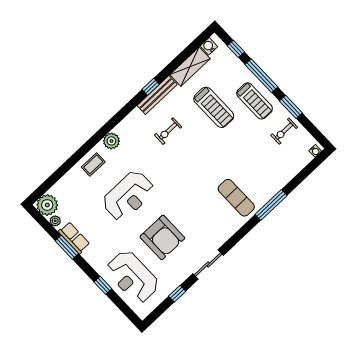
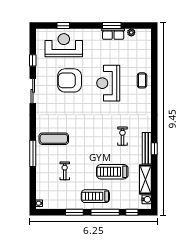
exercise bike: (284, 131) -> (65, 171), moved
plant: (111, 141) -> (145, 102), removed
plant: (47, 205) -> (144, 36), removed
window: (103, 285) -> (63, 26), moved

